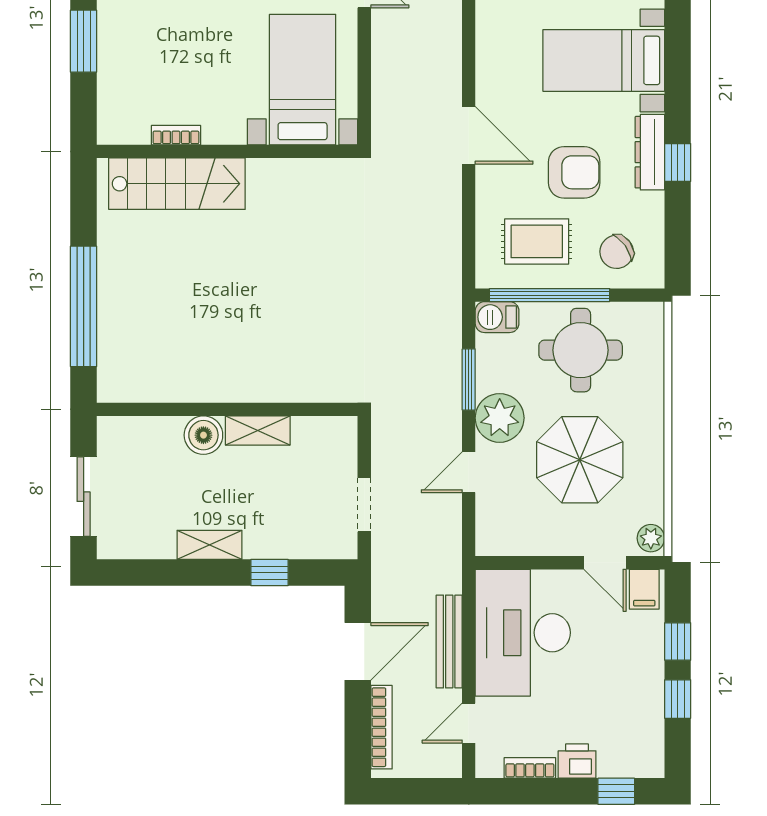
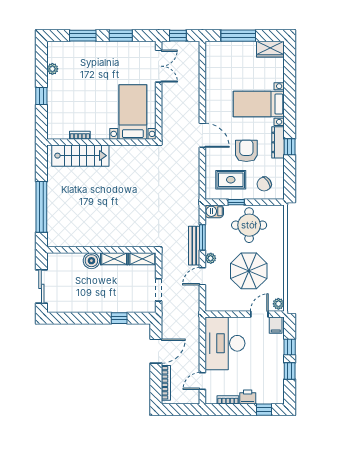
window: (84, 41) -> (41, 96), width x0.67
armchair: (574, 172) -> (246, 151), turned -90
window: (550, 295) -> (236, 202), width x0.32
plant: (500, 418) -> (211, 258), width x0.53, depth x0.53
shelving: (210, 545) -> (142, 259), moved
door: (605, 563) -> (259, 314), swing flipped
bench: (449, 642) -> (194, 246), moved

